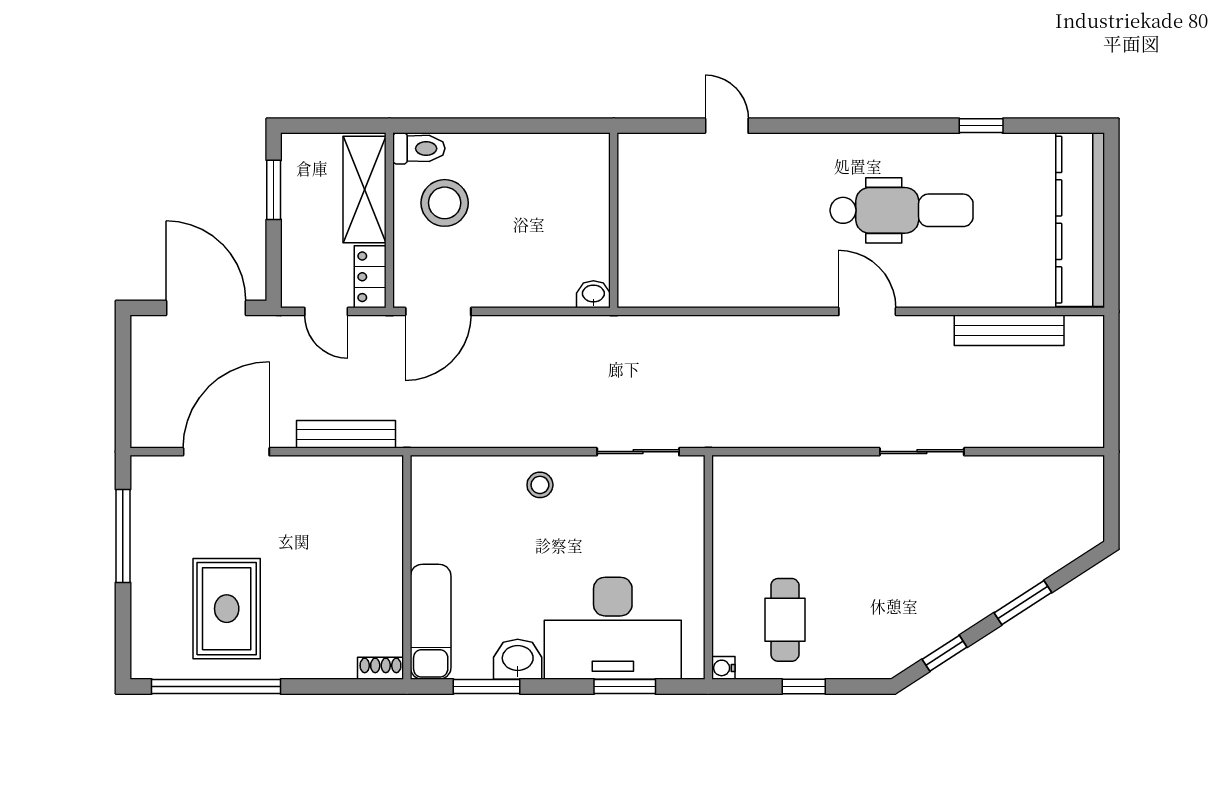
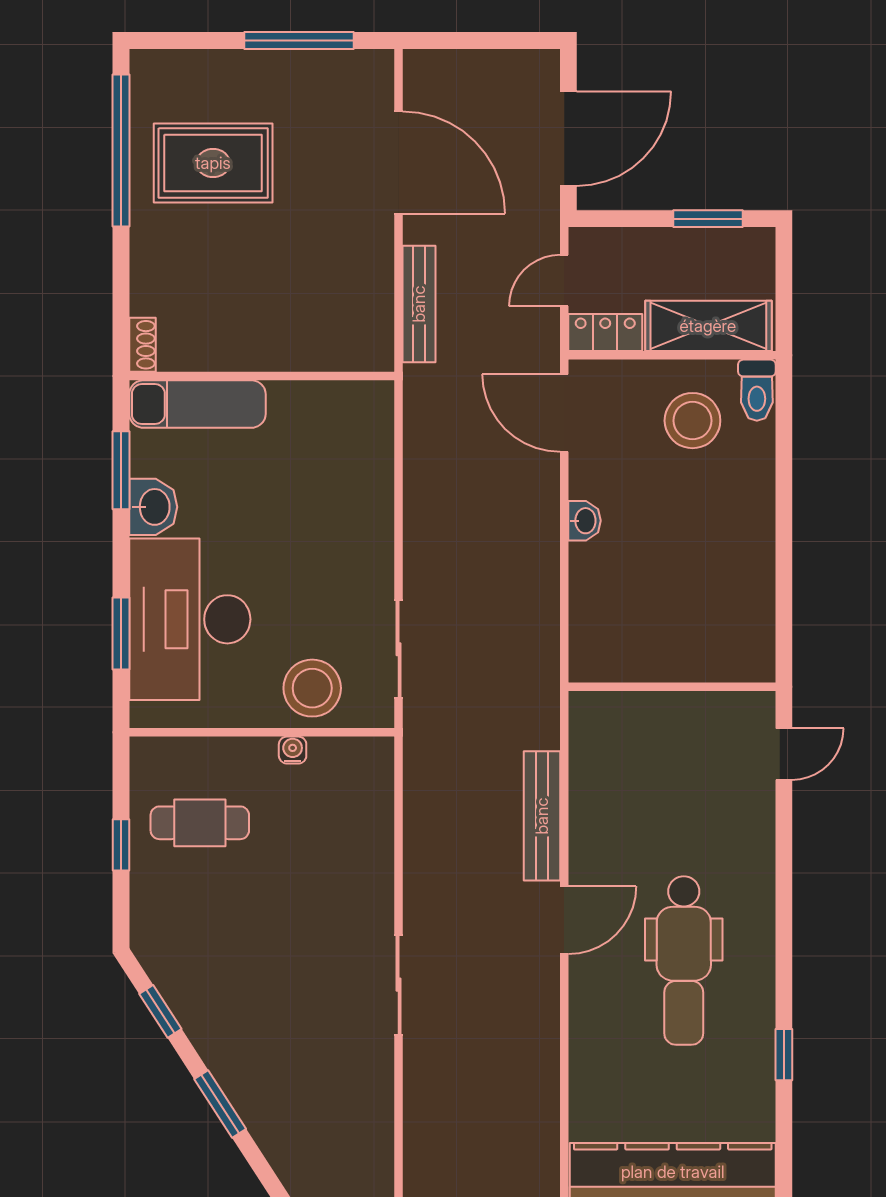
wall: (614, 220) -> (672, 687), moved
washbasin: (593, 294) -> (584, 521), moved
bench: (1009, 330) -> (542, 816), moved
stool: (540, 485) -> (312, 688), moved, width x1.89, depth x1.89
water cooler: (723, 668) -> (293, 750), moved

